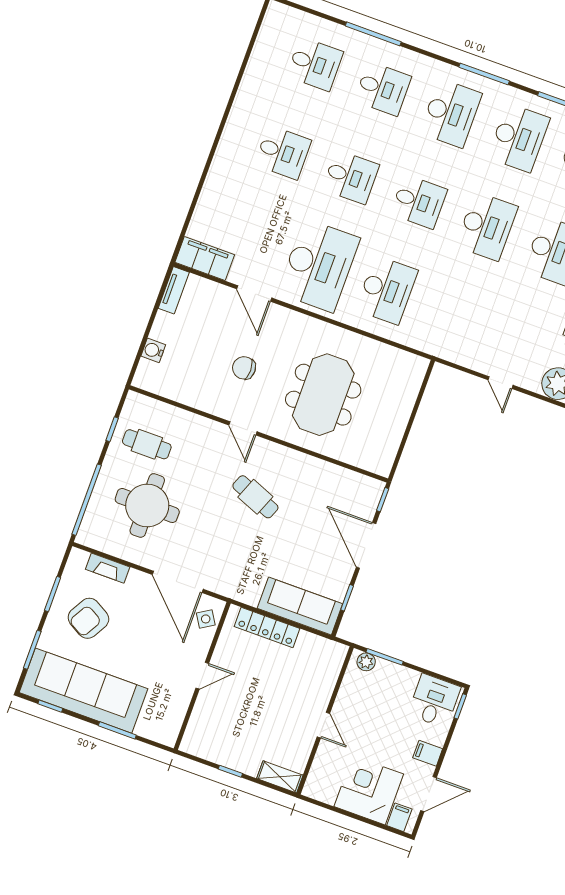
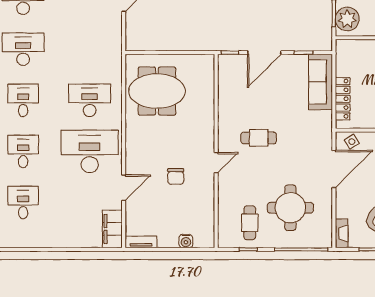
meeting table: (323, 395) -> (157, 91), moved
cafe table: (255, 497) -> (259, 138), turned 68
fireplace: (108, 568) -> (342, 233), moved
plant: (366, 662) -> (347, 19), width x1.88, depth x1.88

